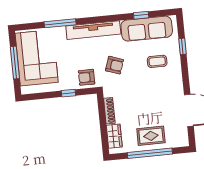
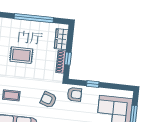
window: (102, 116) -> (68, 59), added
rug: (151, 136) -> (21, 55), moved

